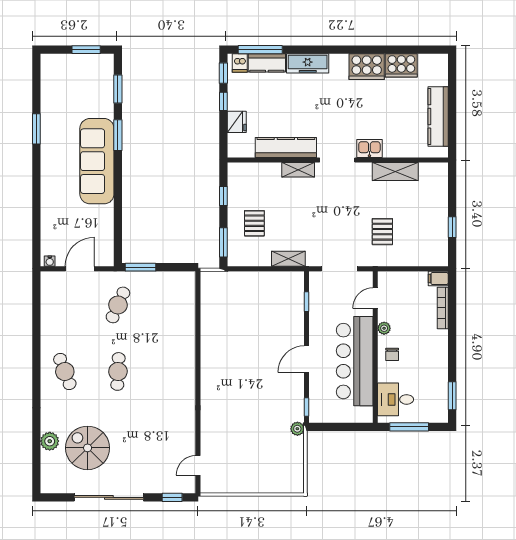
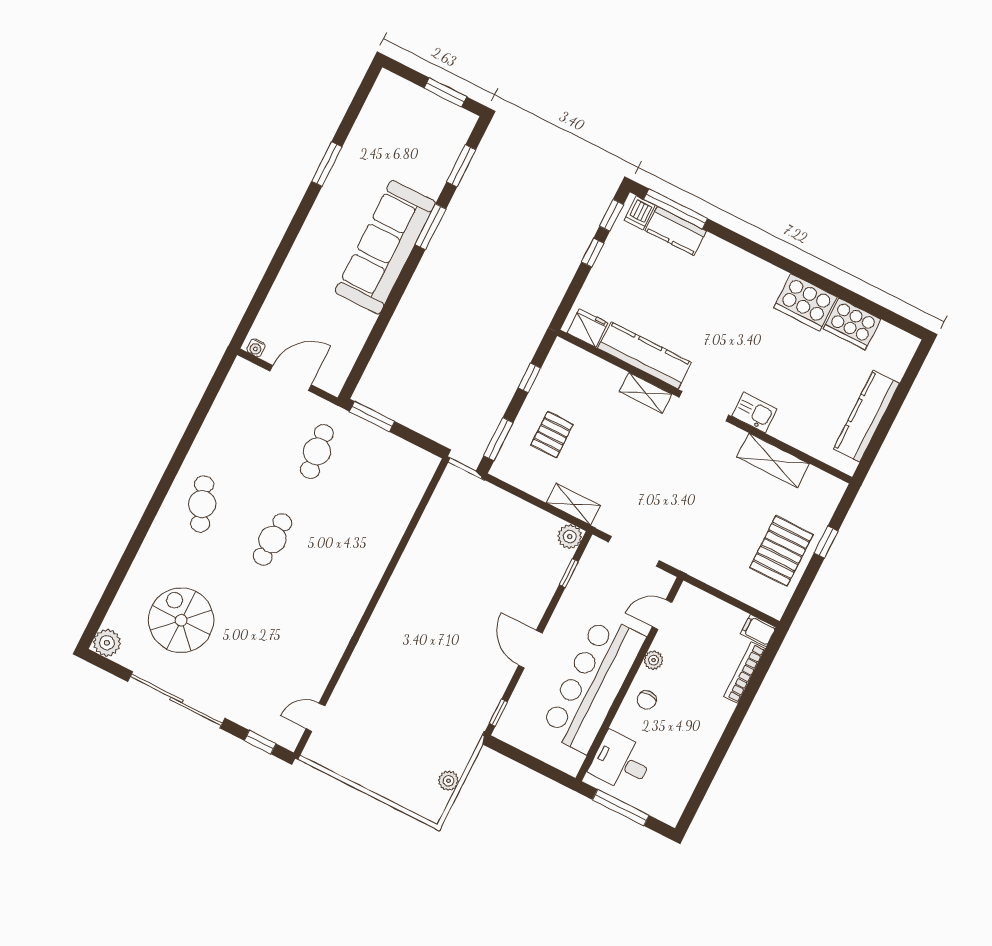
freezer: (308, 63) -> (729, 259), removed
fridge: (237, 122) -> (588, 328), moved, turned -90
window: (452, 227) -> (826, 542), moved
pallet: (382, 232) -> (781, 551), moved, width x1.50, depth x1.42
plant: (296, 279) -> (570, 536), added
cafe table: (118, 305) -> (317, 451), turned -30
door: (307, 359) -> (530, 649), hinge flipped
window: (452, 396) -> (698, 795), removed
plant: (297, 429) -> (449, 781), moved
plant: (50, 441) -> (107, 643), moved

